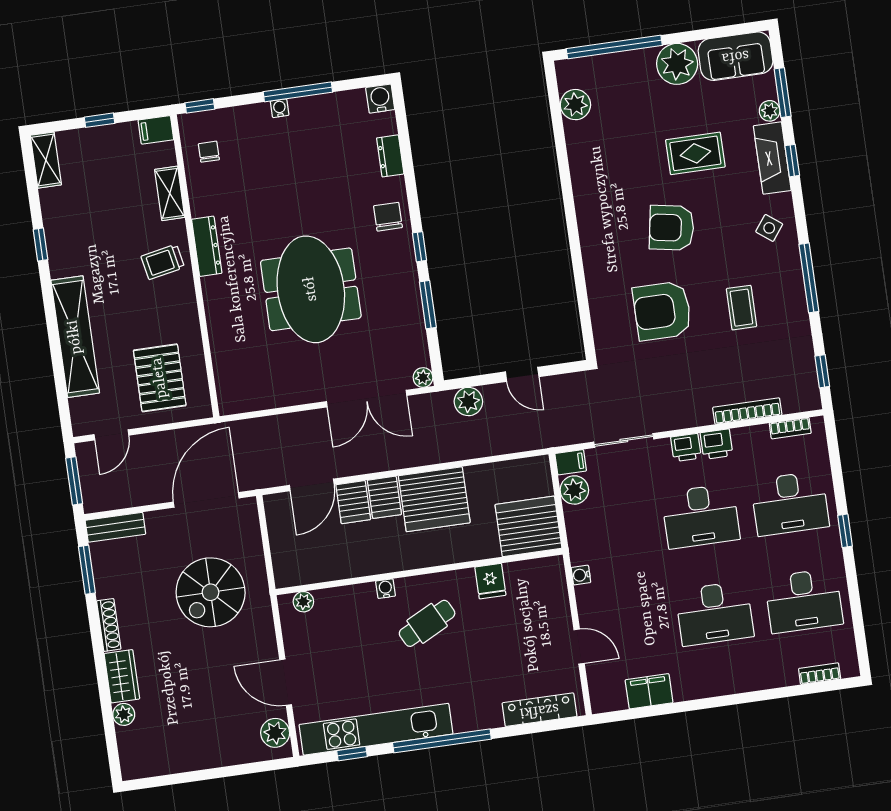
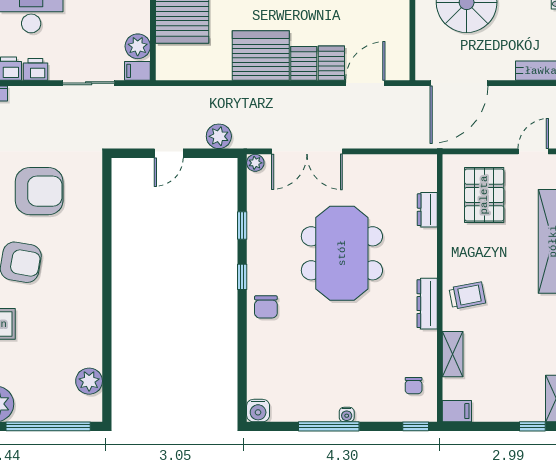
window: (99, 120) -> (532, 426), moved
dresser: (390, 156) -> (427, 210), moved, turned 180
window: (428, 305) -> (242, 226), width x0.67
door: (522, 374) -> (169, 153), swing flipped
double door: (367, 399) -> (307, 151), swing flipped

